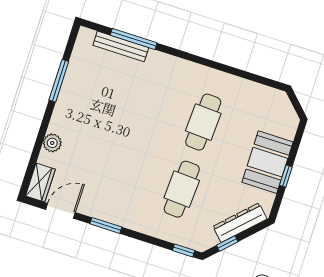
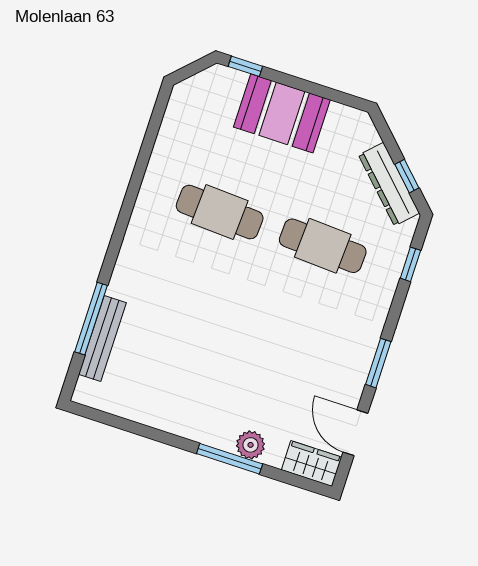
window: (59, 81) -> (230, 459), moved
window: (286, 176) -> (245, 66), moved
dresser: (240, 223) -> (389, 184), moved
window: (184, 250) -> (410, 264), moved

